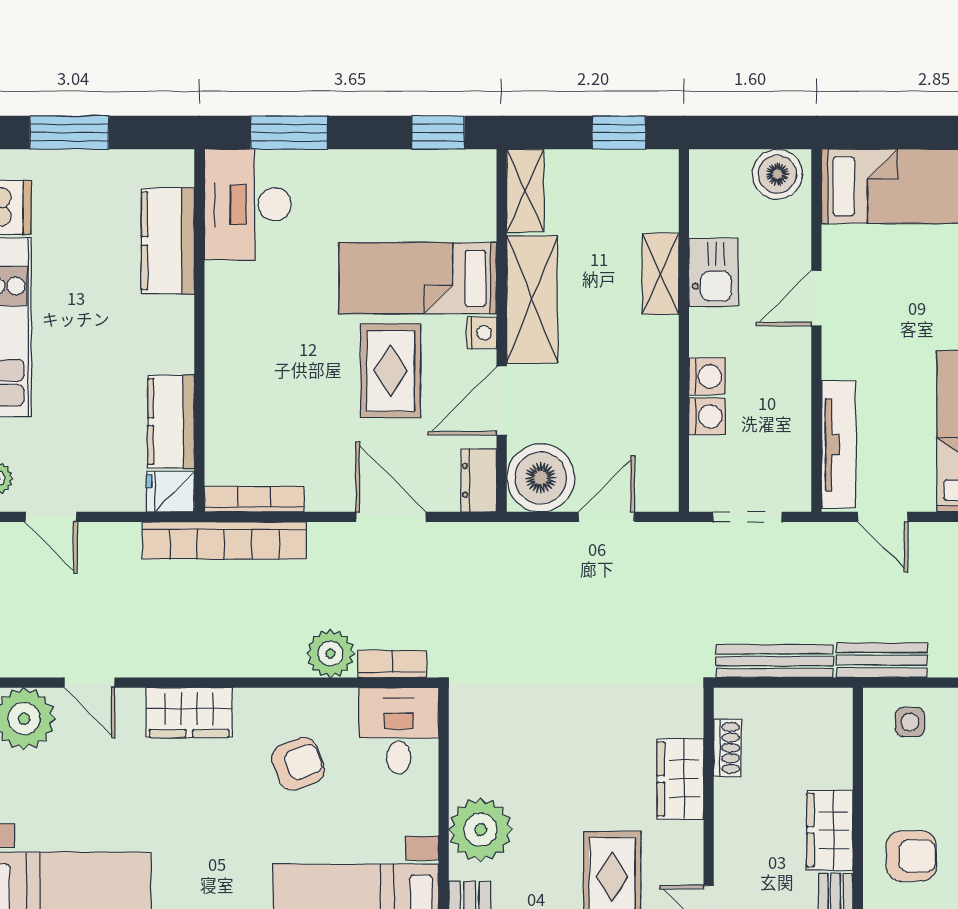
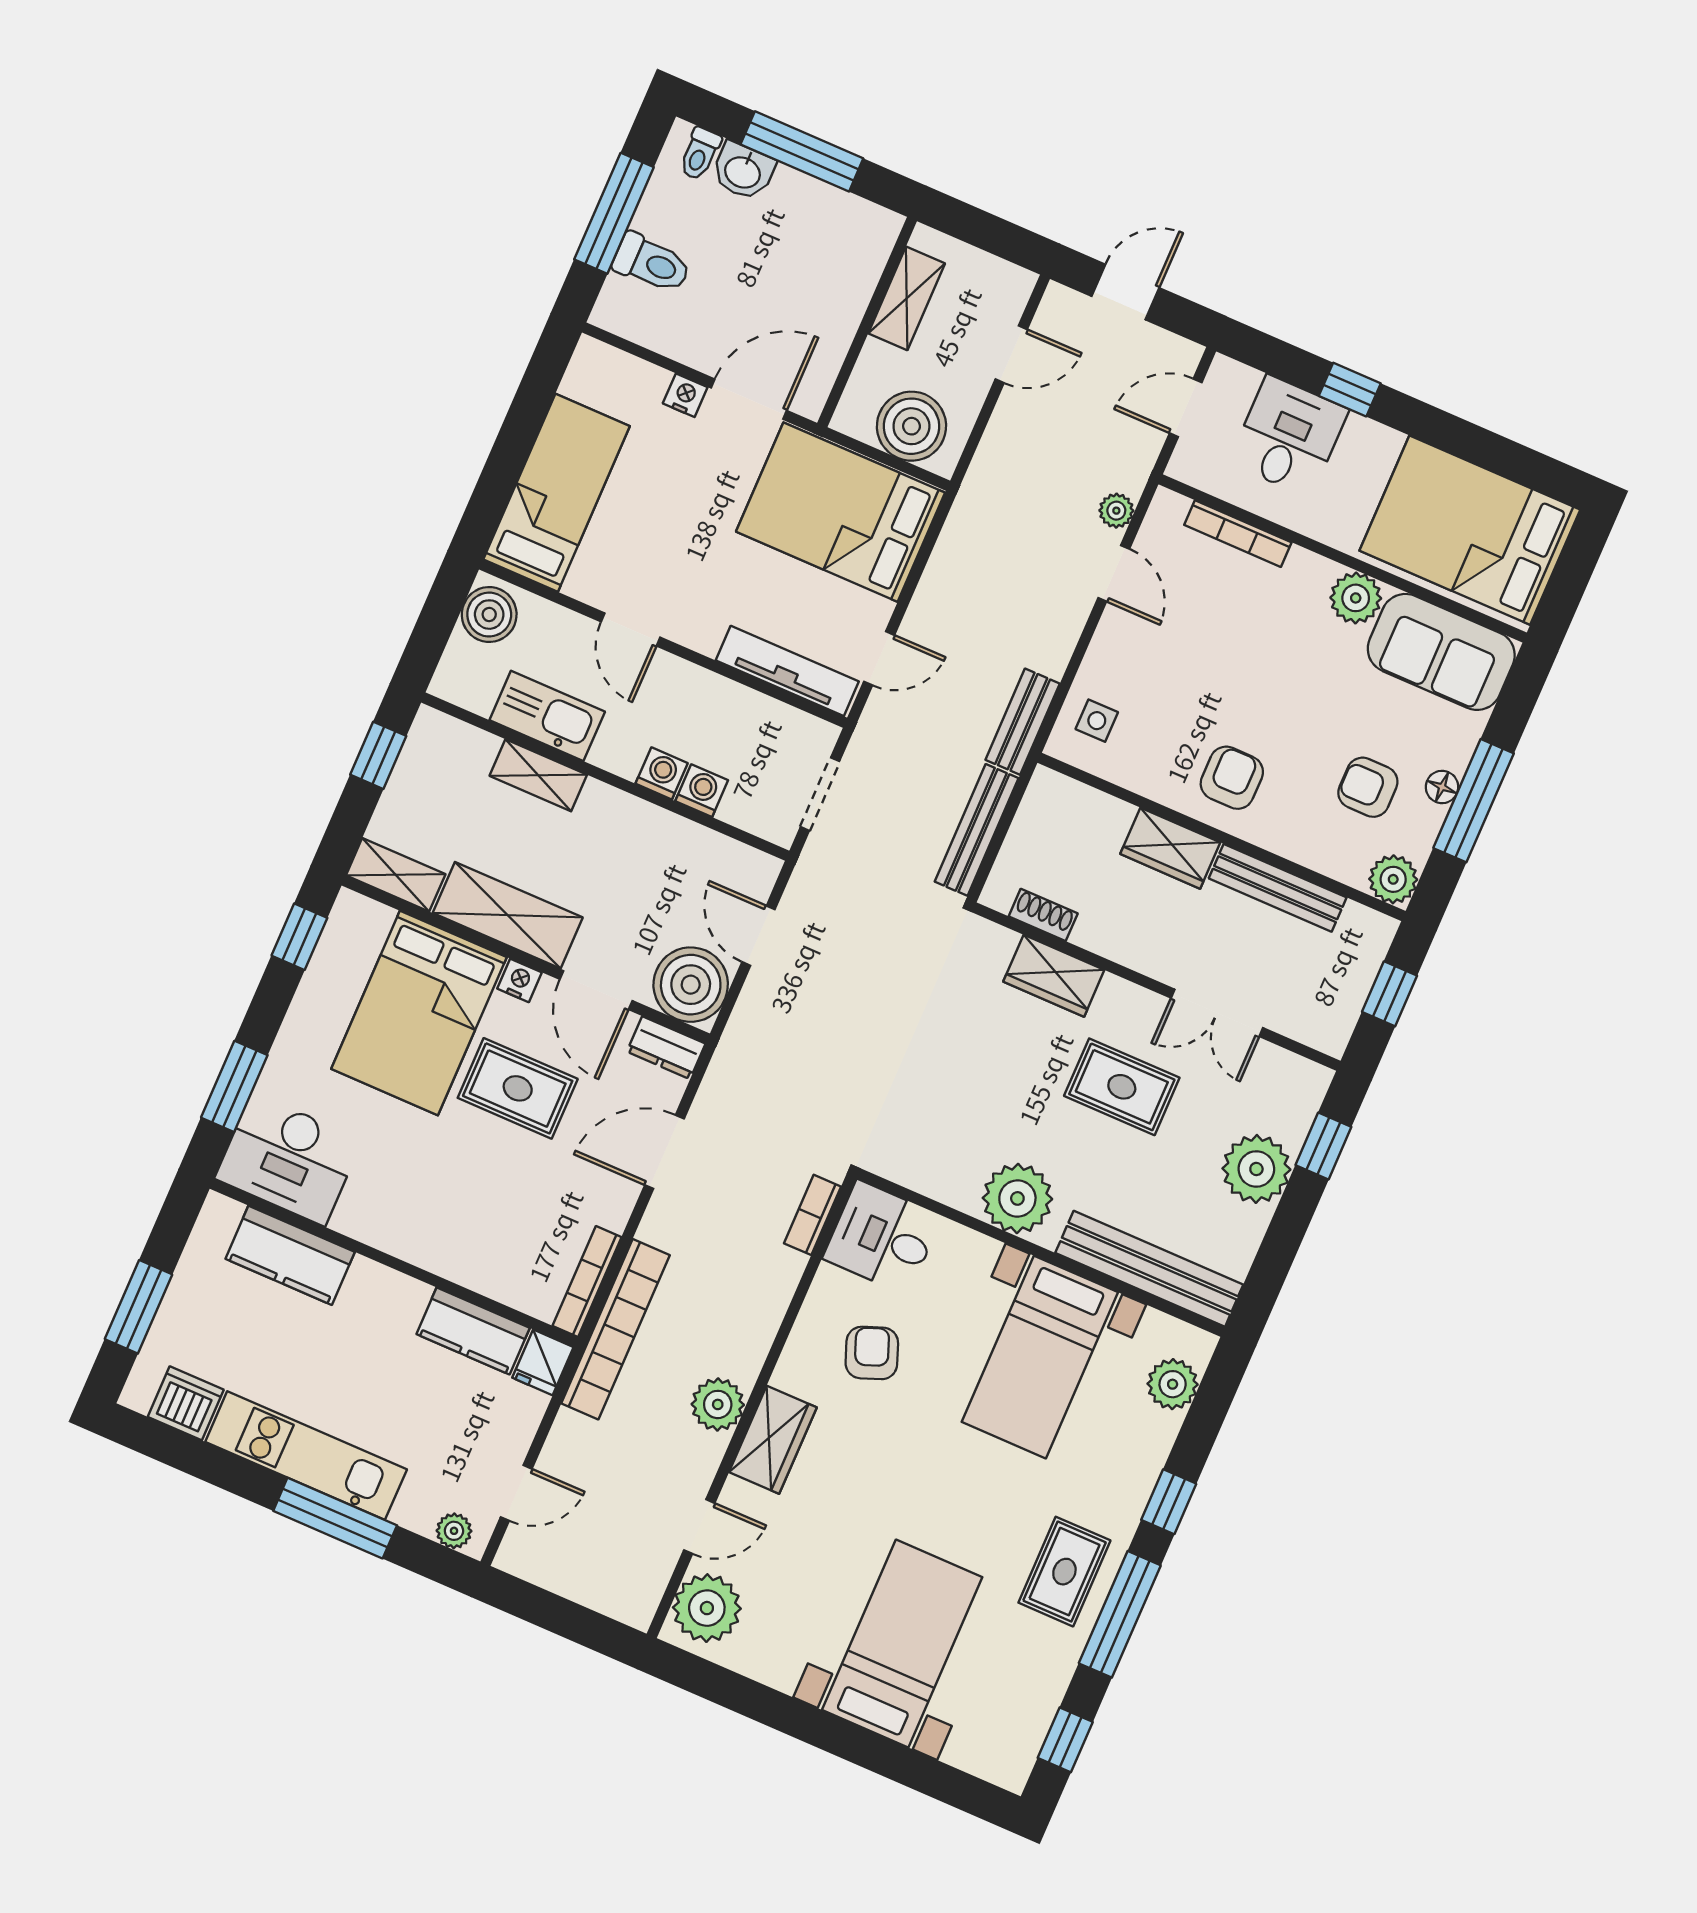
kitchen sink: (714, 272) -> (547, 716), width x1.38
bed: (418, 278) -> (419, 1013), width x1.50
plant: (330, 654) -> (718, 1404), moved

